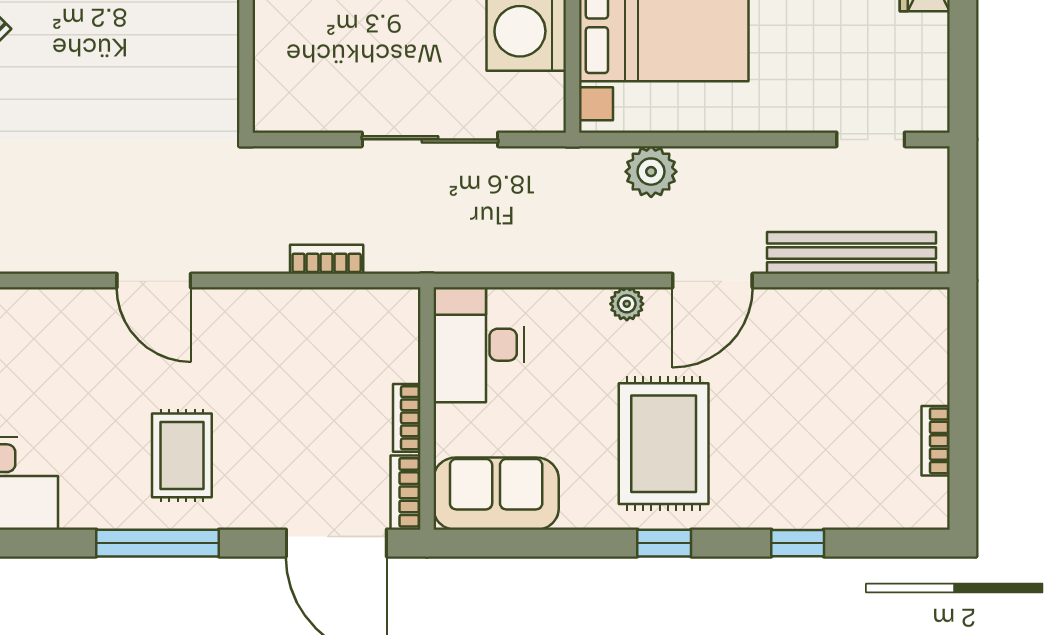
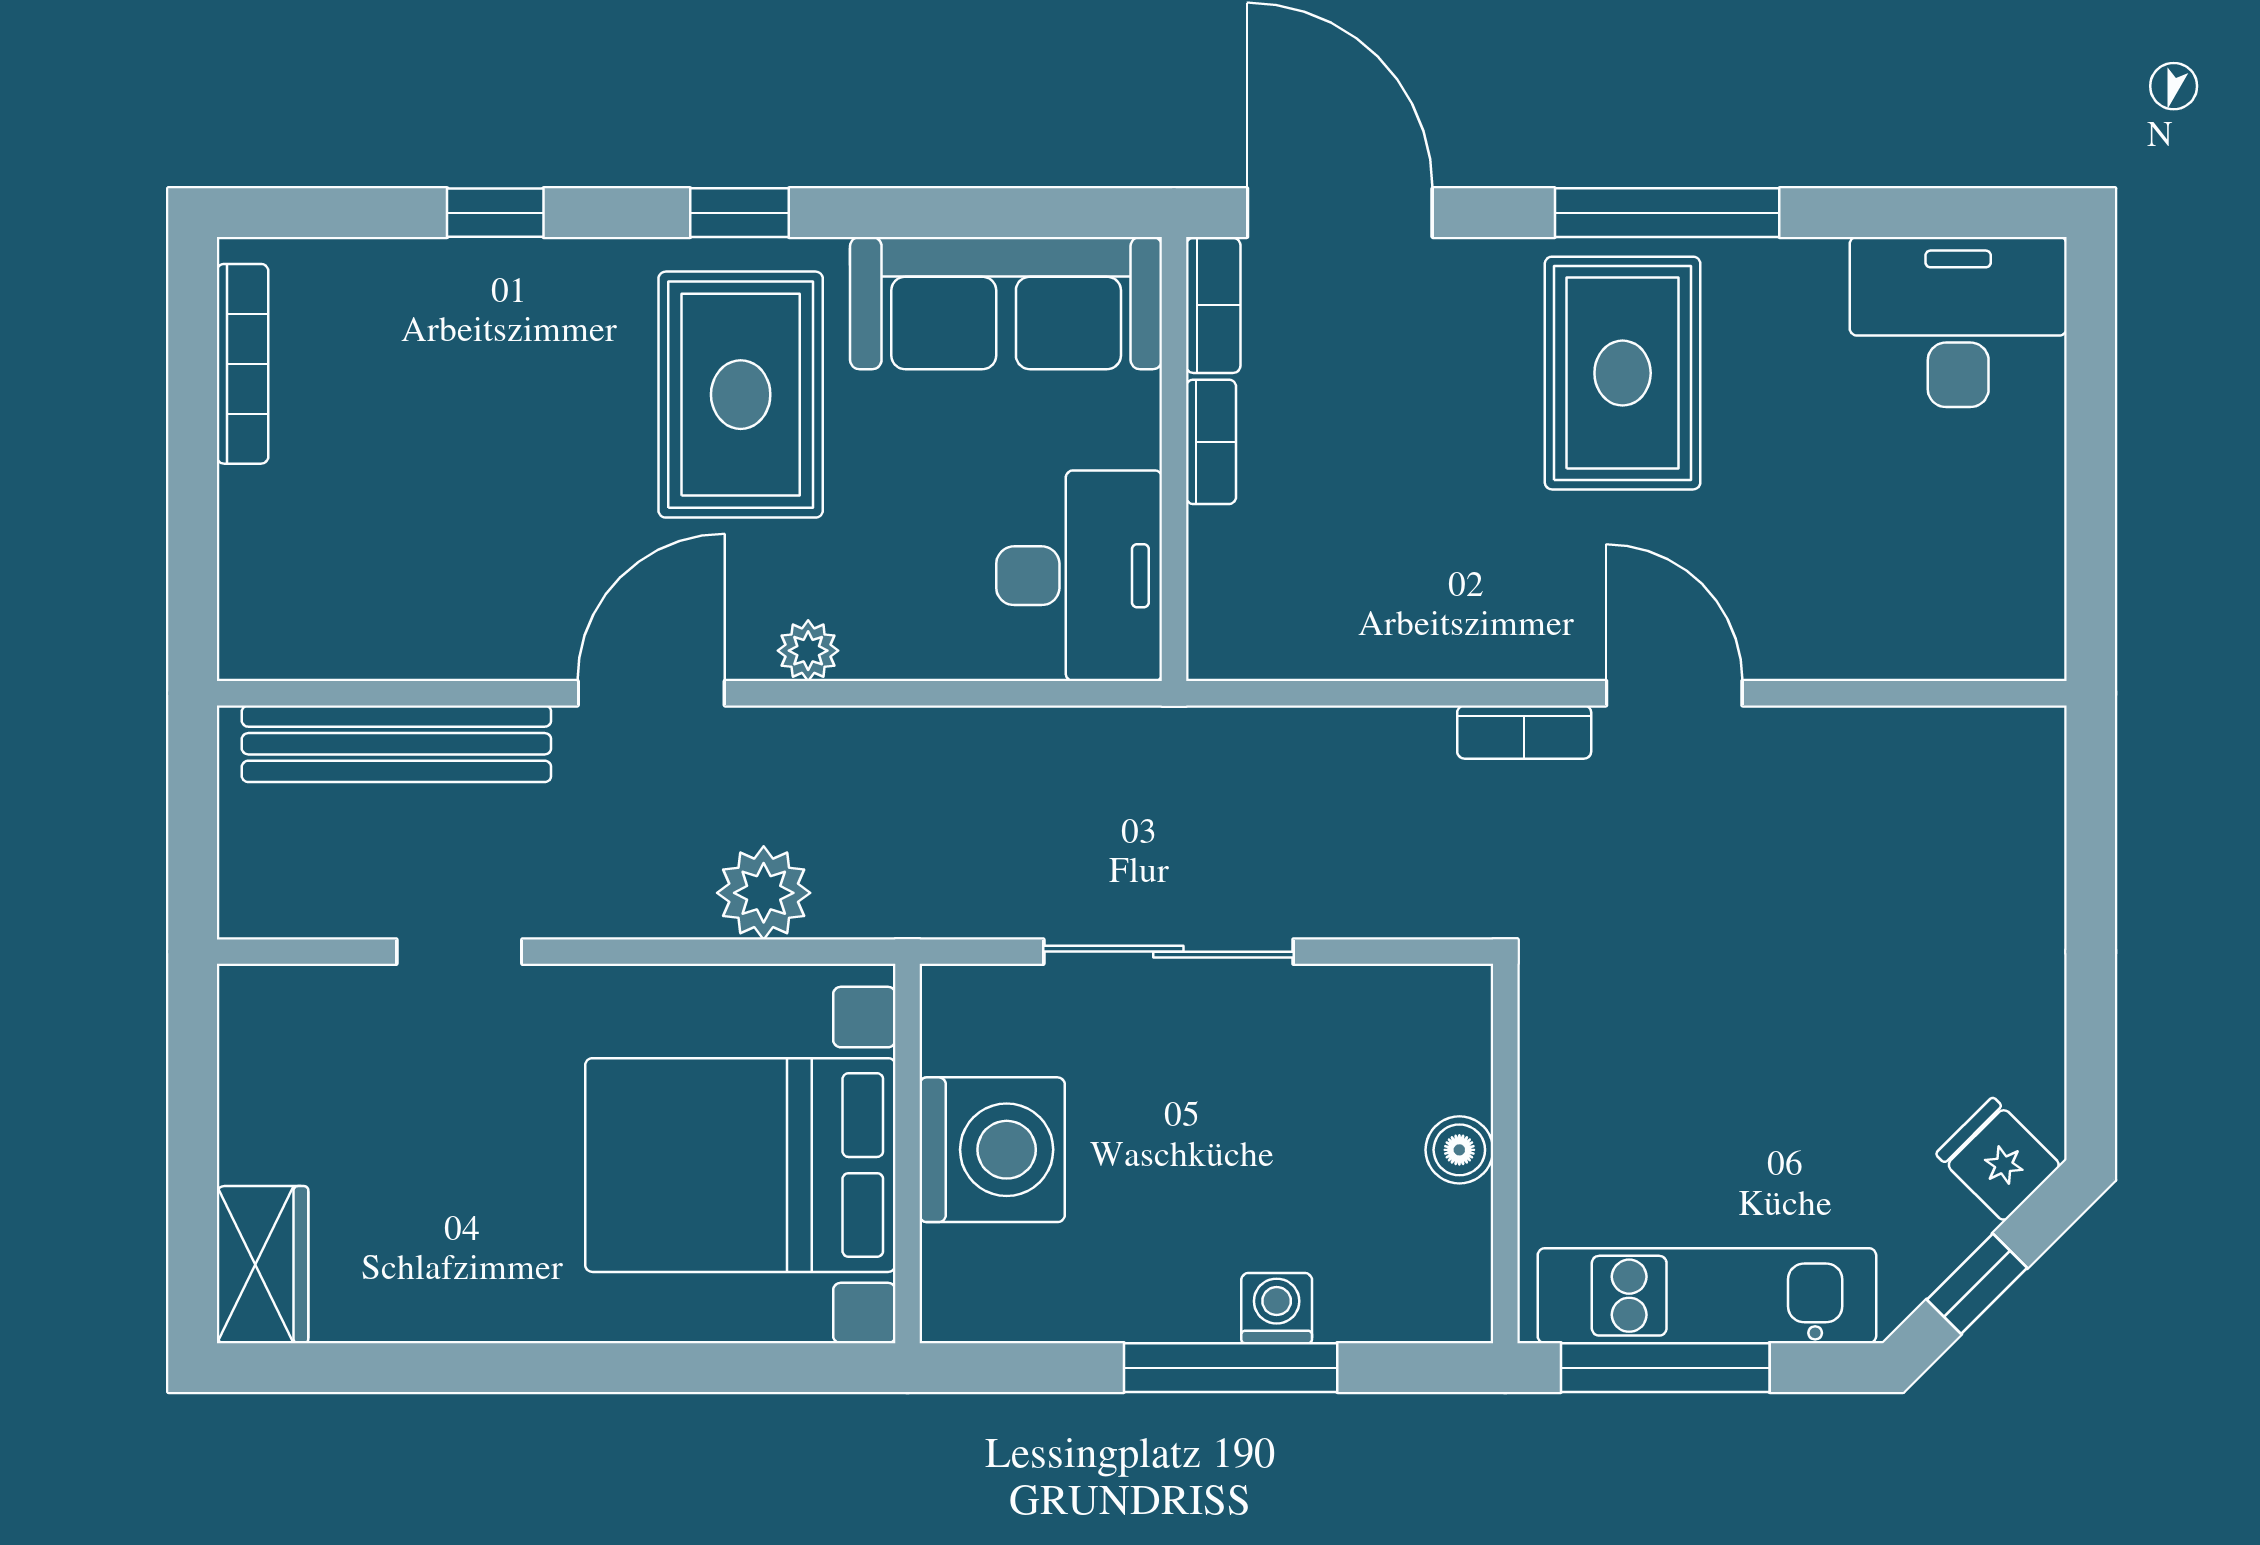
boiler: (271, 31) -> (1459, 1150), added
doorway: (871, 139) -> (459, 952), moved
bookcase: (327, 259) -> (1524, 732), moved
bookcase: (936, 441) -> (243, 364), width x1.56
rug: (182, 455) -> (1623, 373), width x1.36, depth x1.43
sofa: (496, 494) -> (1006, 303), width x1.36

